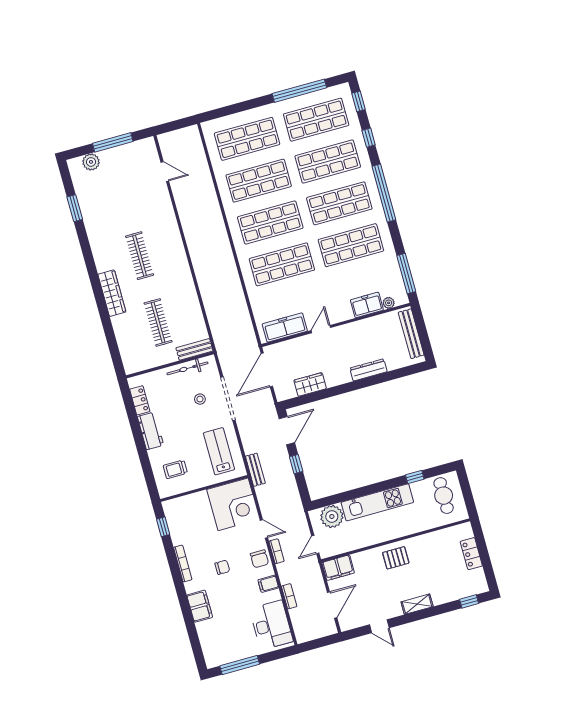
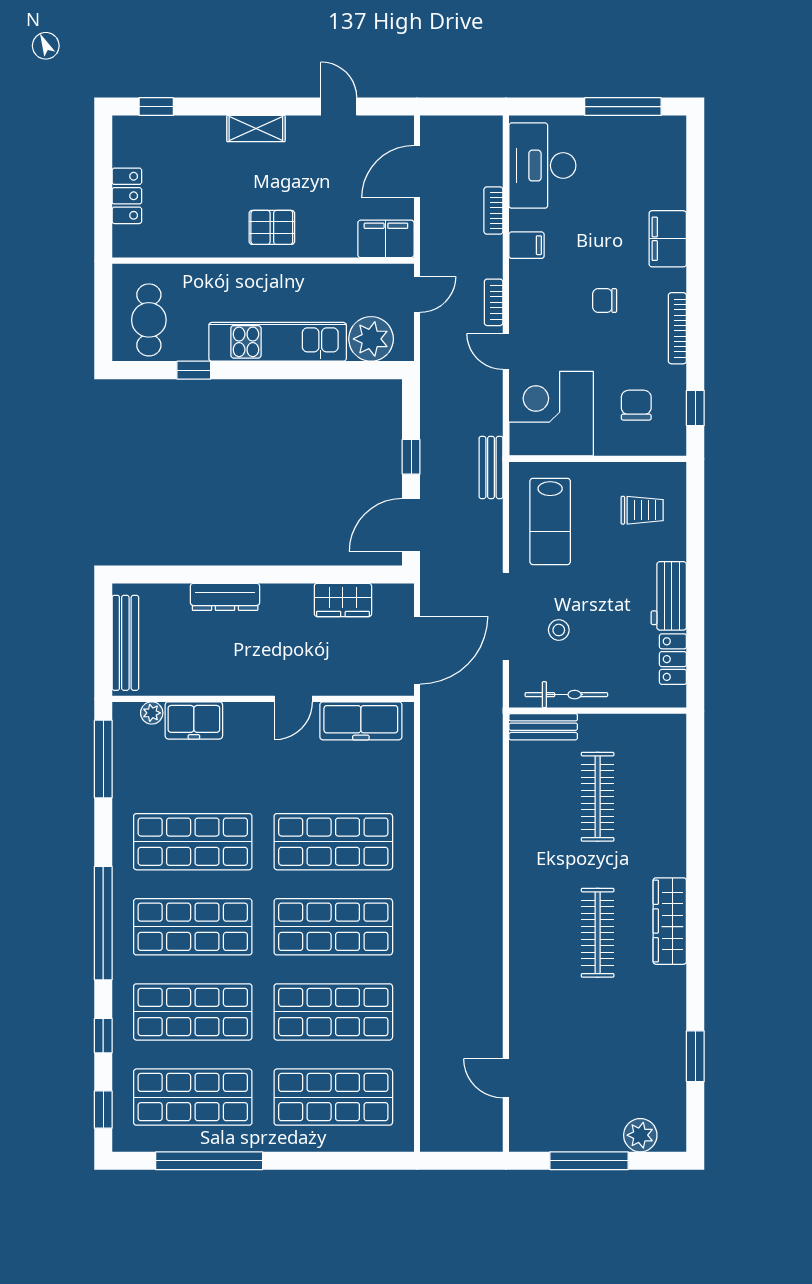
wardrobe: (112, 293) -> (670, 921), moved
chair: (259, 559) -> (636, 405), moved

